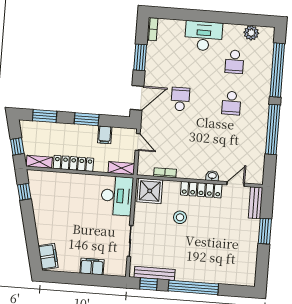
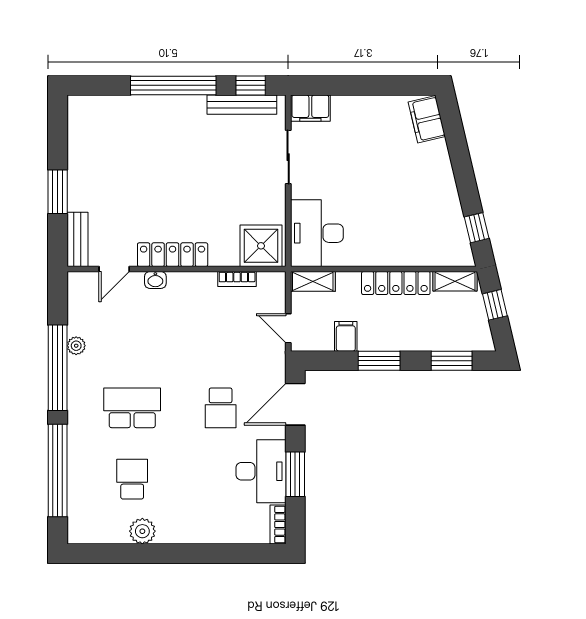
plant: (251, 33) -> (142, 531), moved
desk: (204, 36) -> (261, 471), moved, turned -90
school desk: (231, 103) -> (132, 408), width x1.85
plant: (261, 141) -> (76, 346), added
stool: (180, 217) -> (205, 204), removed
filing cabinet: (92, 266) -> (310, 108), moved

